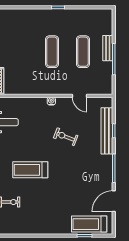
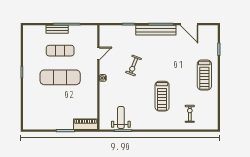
exercise mat: (52, 52) -> (60, 77), width x1.36, depth x1.45
bench: (107, 131) -> (156, 30), moved
treadmill: (89, 224) -> (204, 75), moved

